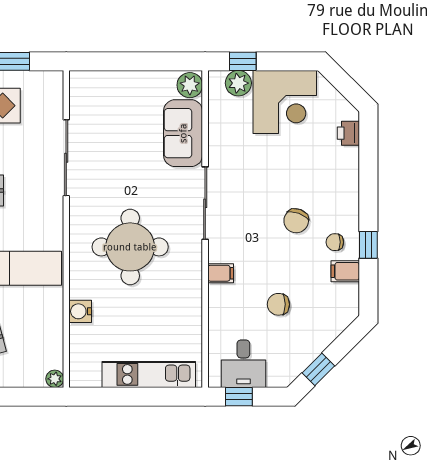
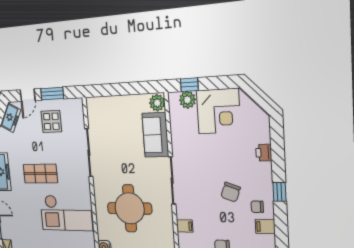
printer: (348, 133) -> (264, 153), moved
window: (368, 245) -> (279, 192), moved

